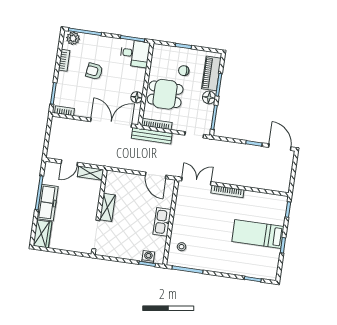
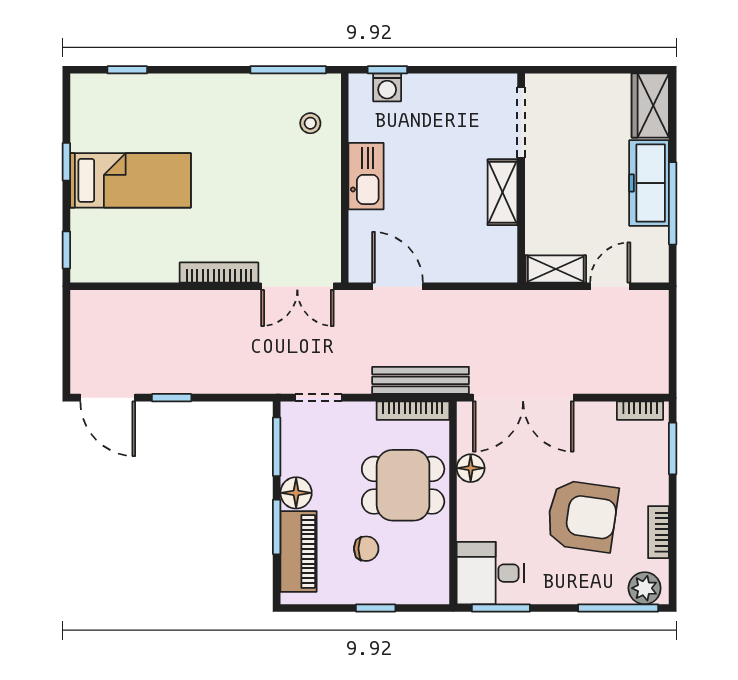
armchair: (94, 71) -> (582, 516), width x1.88, depth x1.88

